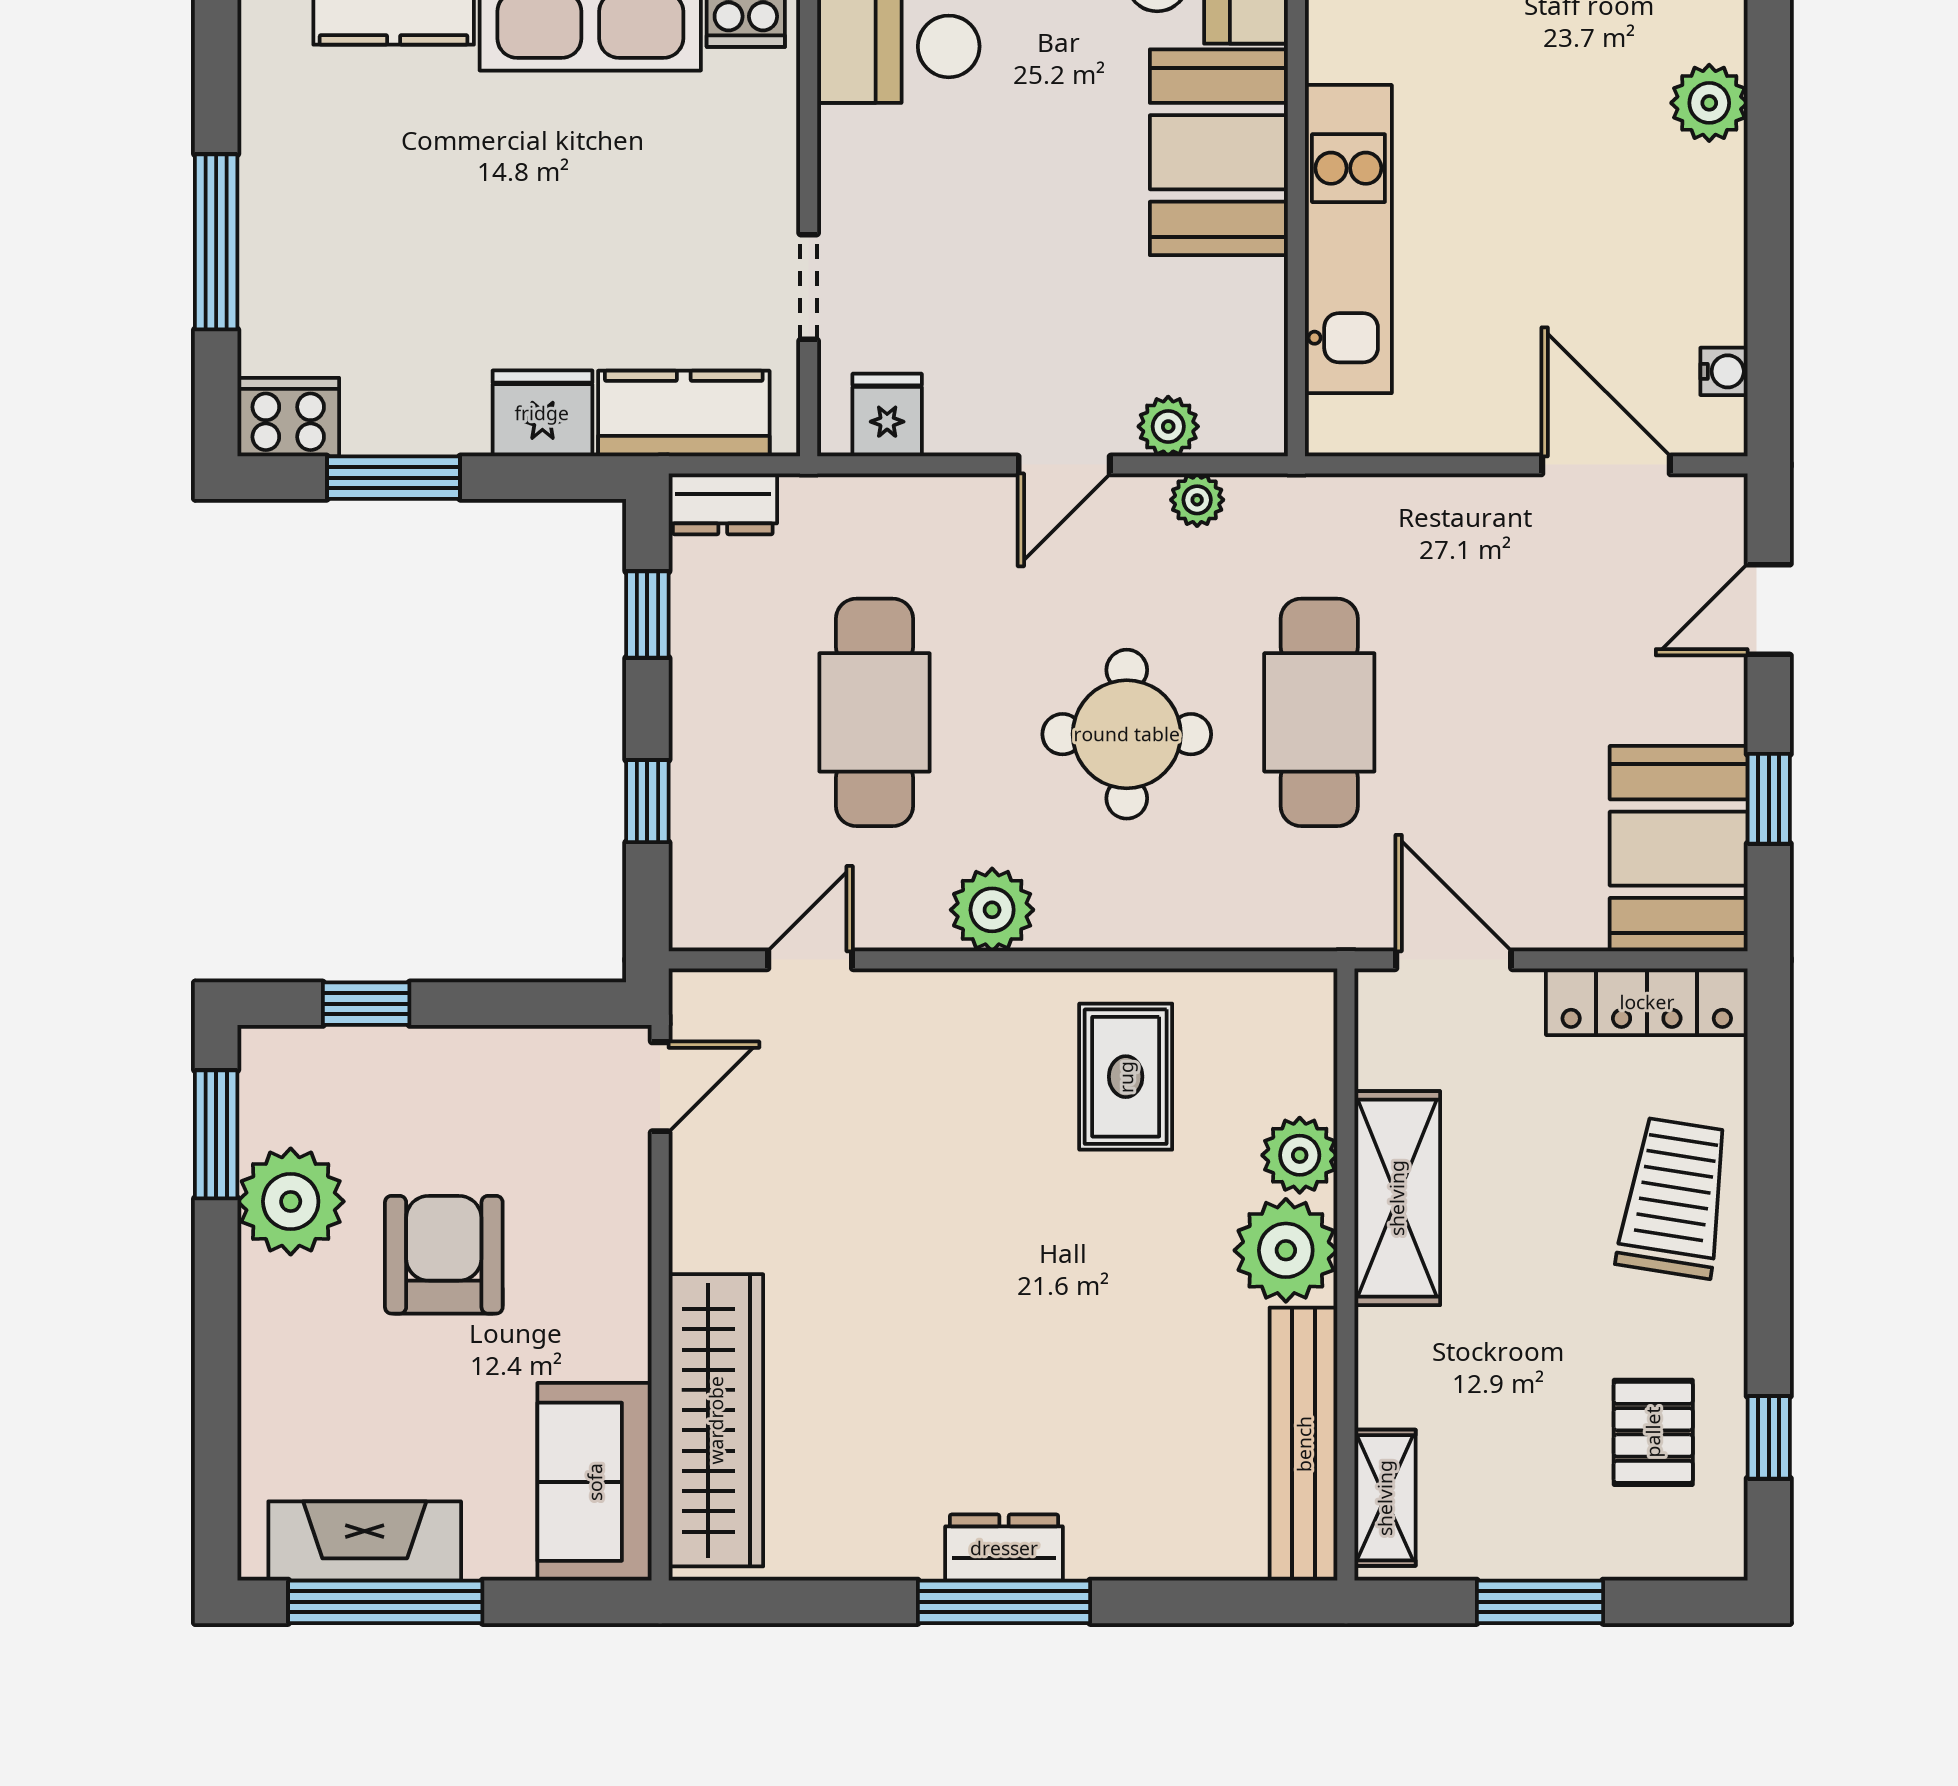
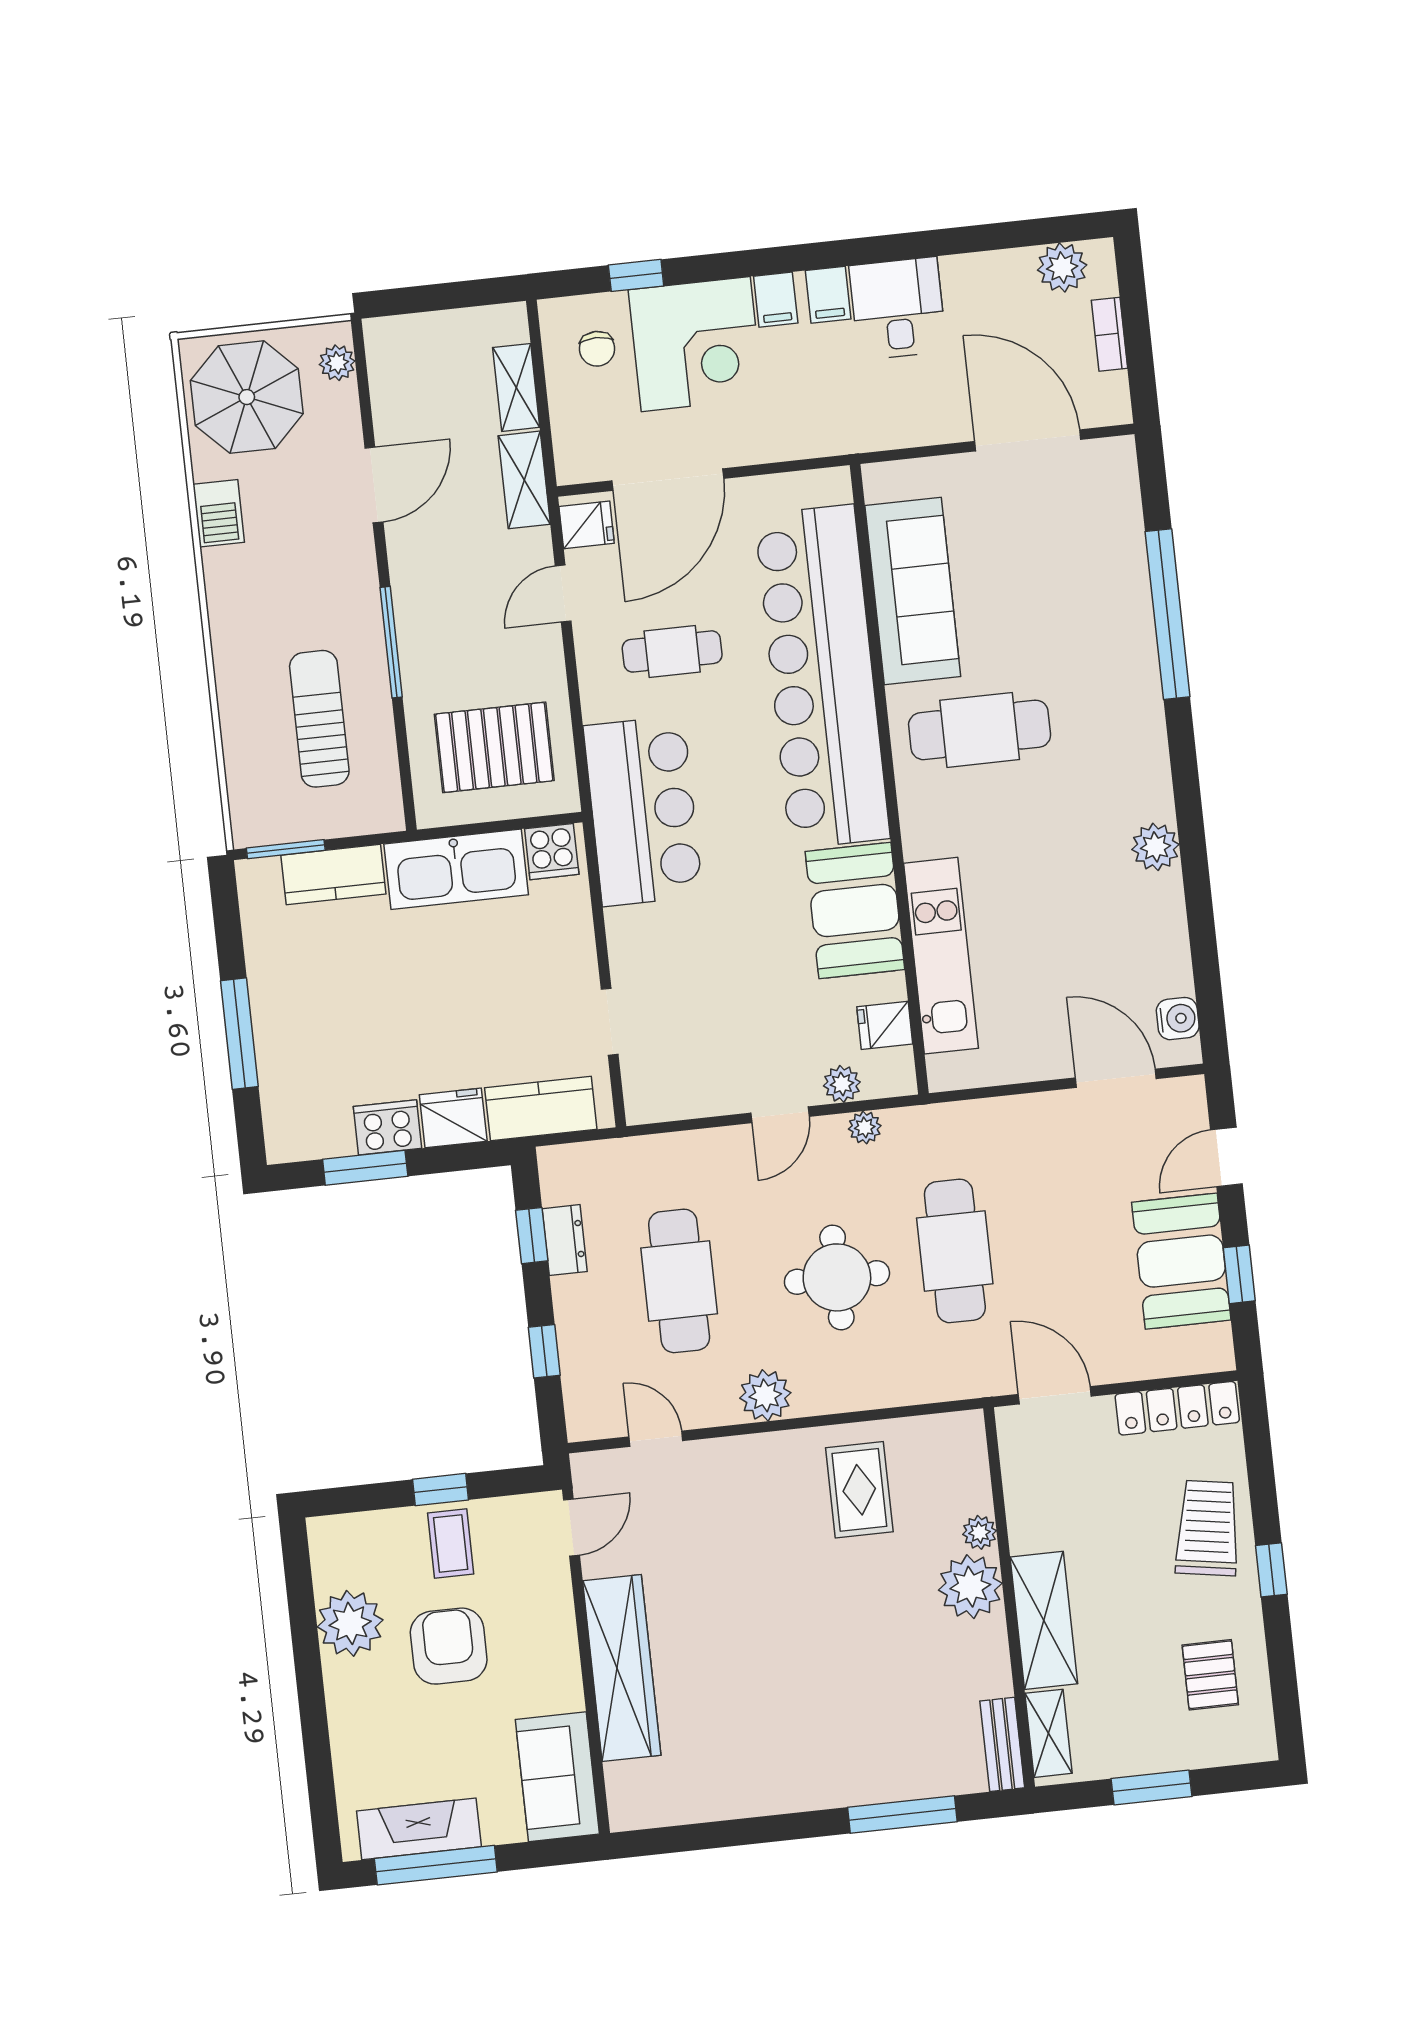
water cooler: (1724, 371) -> (1178, 1019), width x1.38, depth x1.38
fridge: (887, 415) -> (885, 1025), moved, turned -90
cooker: (288, 417) -> (387, 1127), moved
dresser: (723, 504) -> (565, 1240), moved, turned -90
booth: (1679, 849) -> (1181, 1261), moved
door: (810, 960) -> (656, 1439), hinge flipped
window: (366, 1004) -> (440, 1490), moved
coffee table: (465, 1091) -> (451, 1543), added
window: (216, 1134) -> (299, 1587), removed
plant: (1300, 1155) -> (980, 1532), width x0.73, depth x0.73
shelving: (1397, 1198) -> (1044, 1620), moved
wardrobe: (716, 1420) -> (622, 1668), moved
window: (1769, 1437) -> (1271, 1570), moved
bench: (1304, 1444) -> (1002, 1744), width x0.54, depth x0.82
dresser: (1004, 1548) -> (816, 1790), removed
window: (1004, 1602) -> (902, 1814), moved

